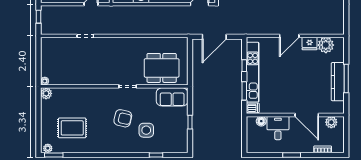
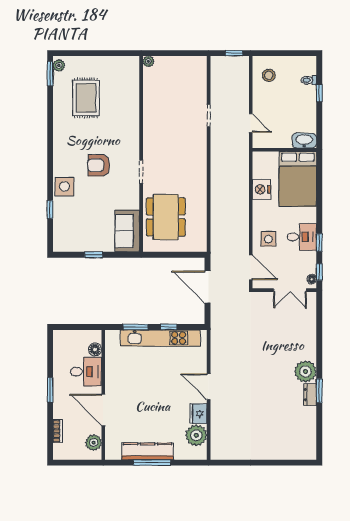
plant: (46, 93) -> (132, 63), removed
dishwasher: (253, 108) -> (113, 338), removed
door: (307, 115) -> (103, 410), hinge flipped
armchair: (123, 118) -> (99, 165), turned 77
side table: (146, 130) -> (64, 186), moved

